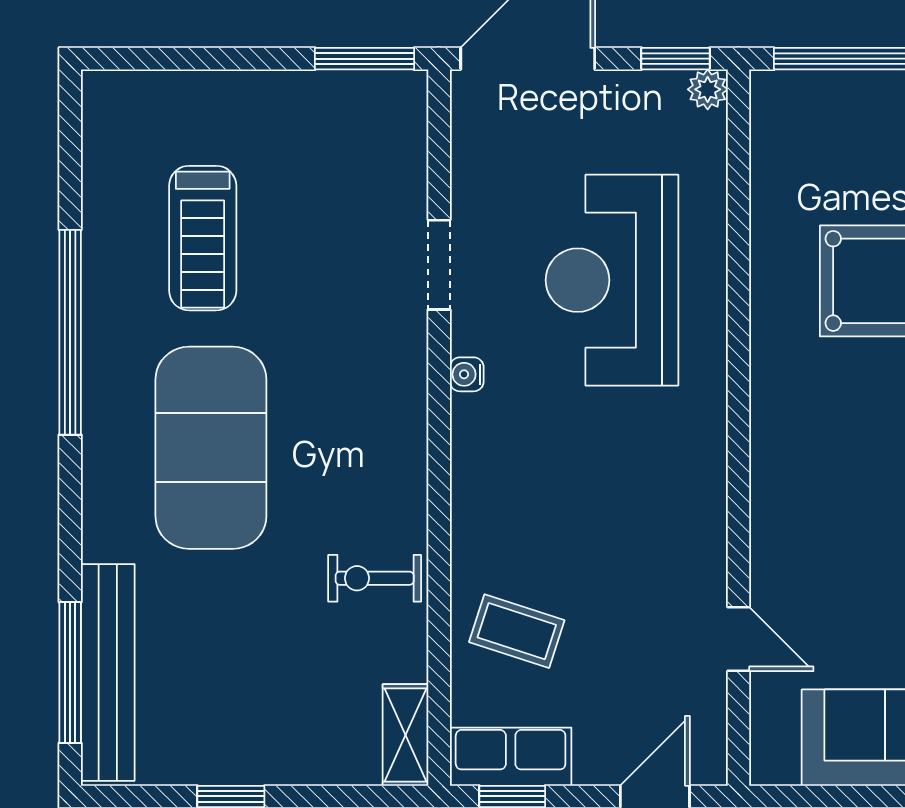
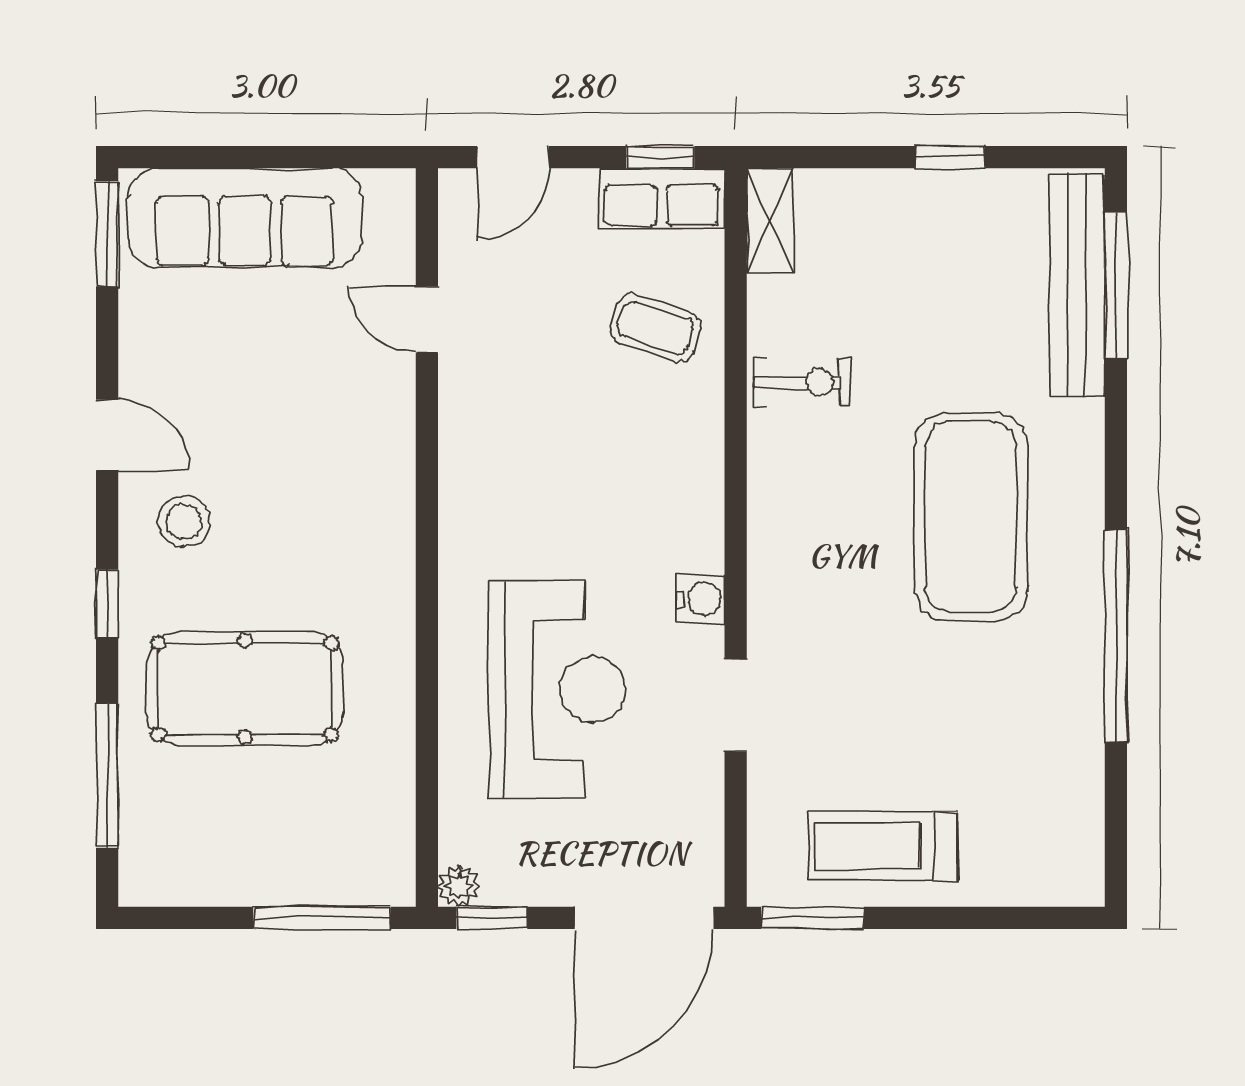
treadmill: (203, 238) -> (882, 846), moved, turned -90
water cooler: (467, 374) -> (700, 599), width x1.38, depth x1.38

